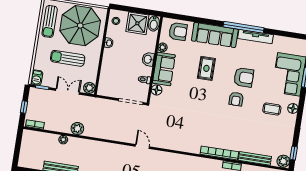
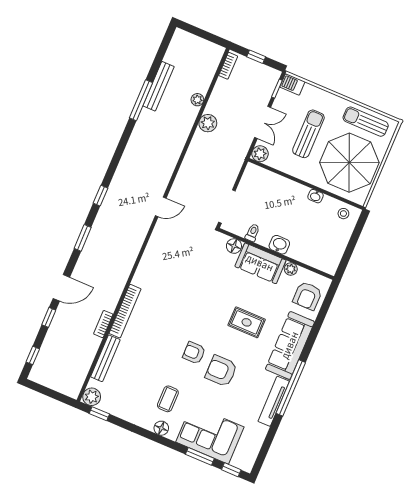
shower: (137, 23) -> (333, 242), removed
bidet: (154, 24) -> (327, 265), removed
armchair: (244, 77) -> (221, 371), turned 90

